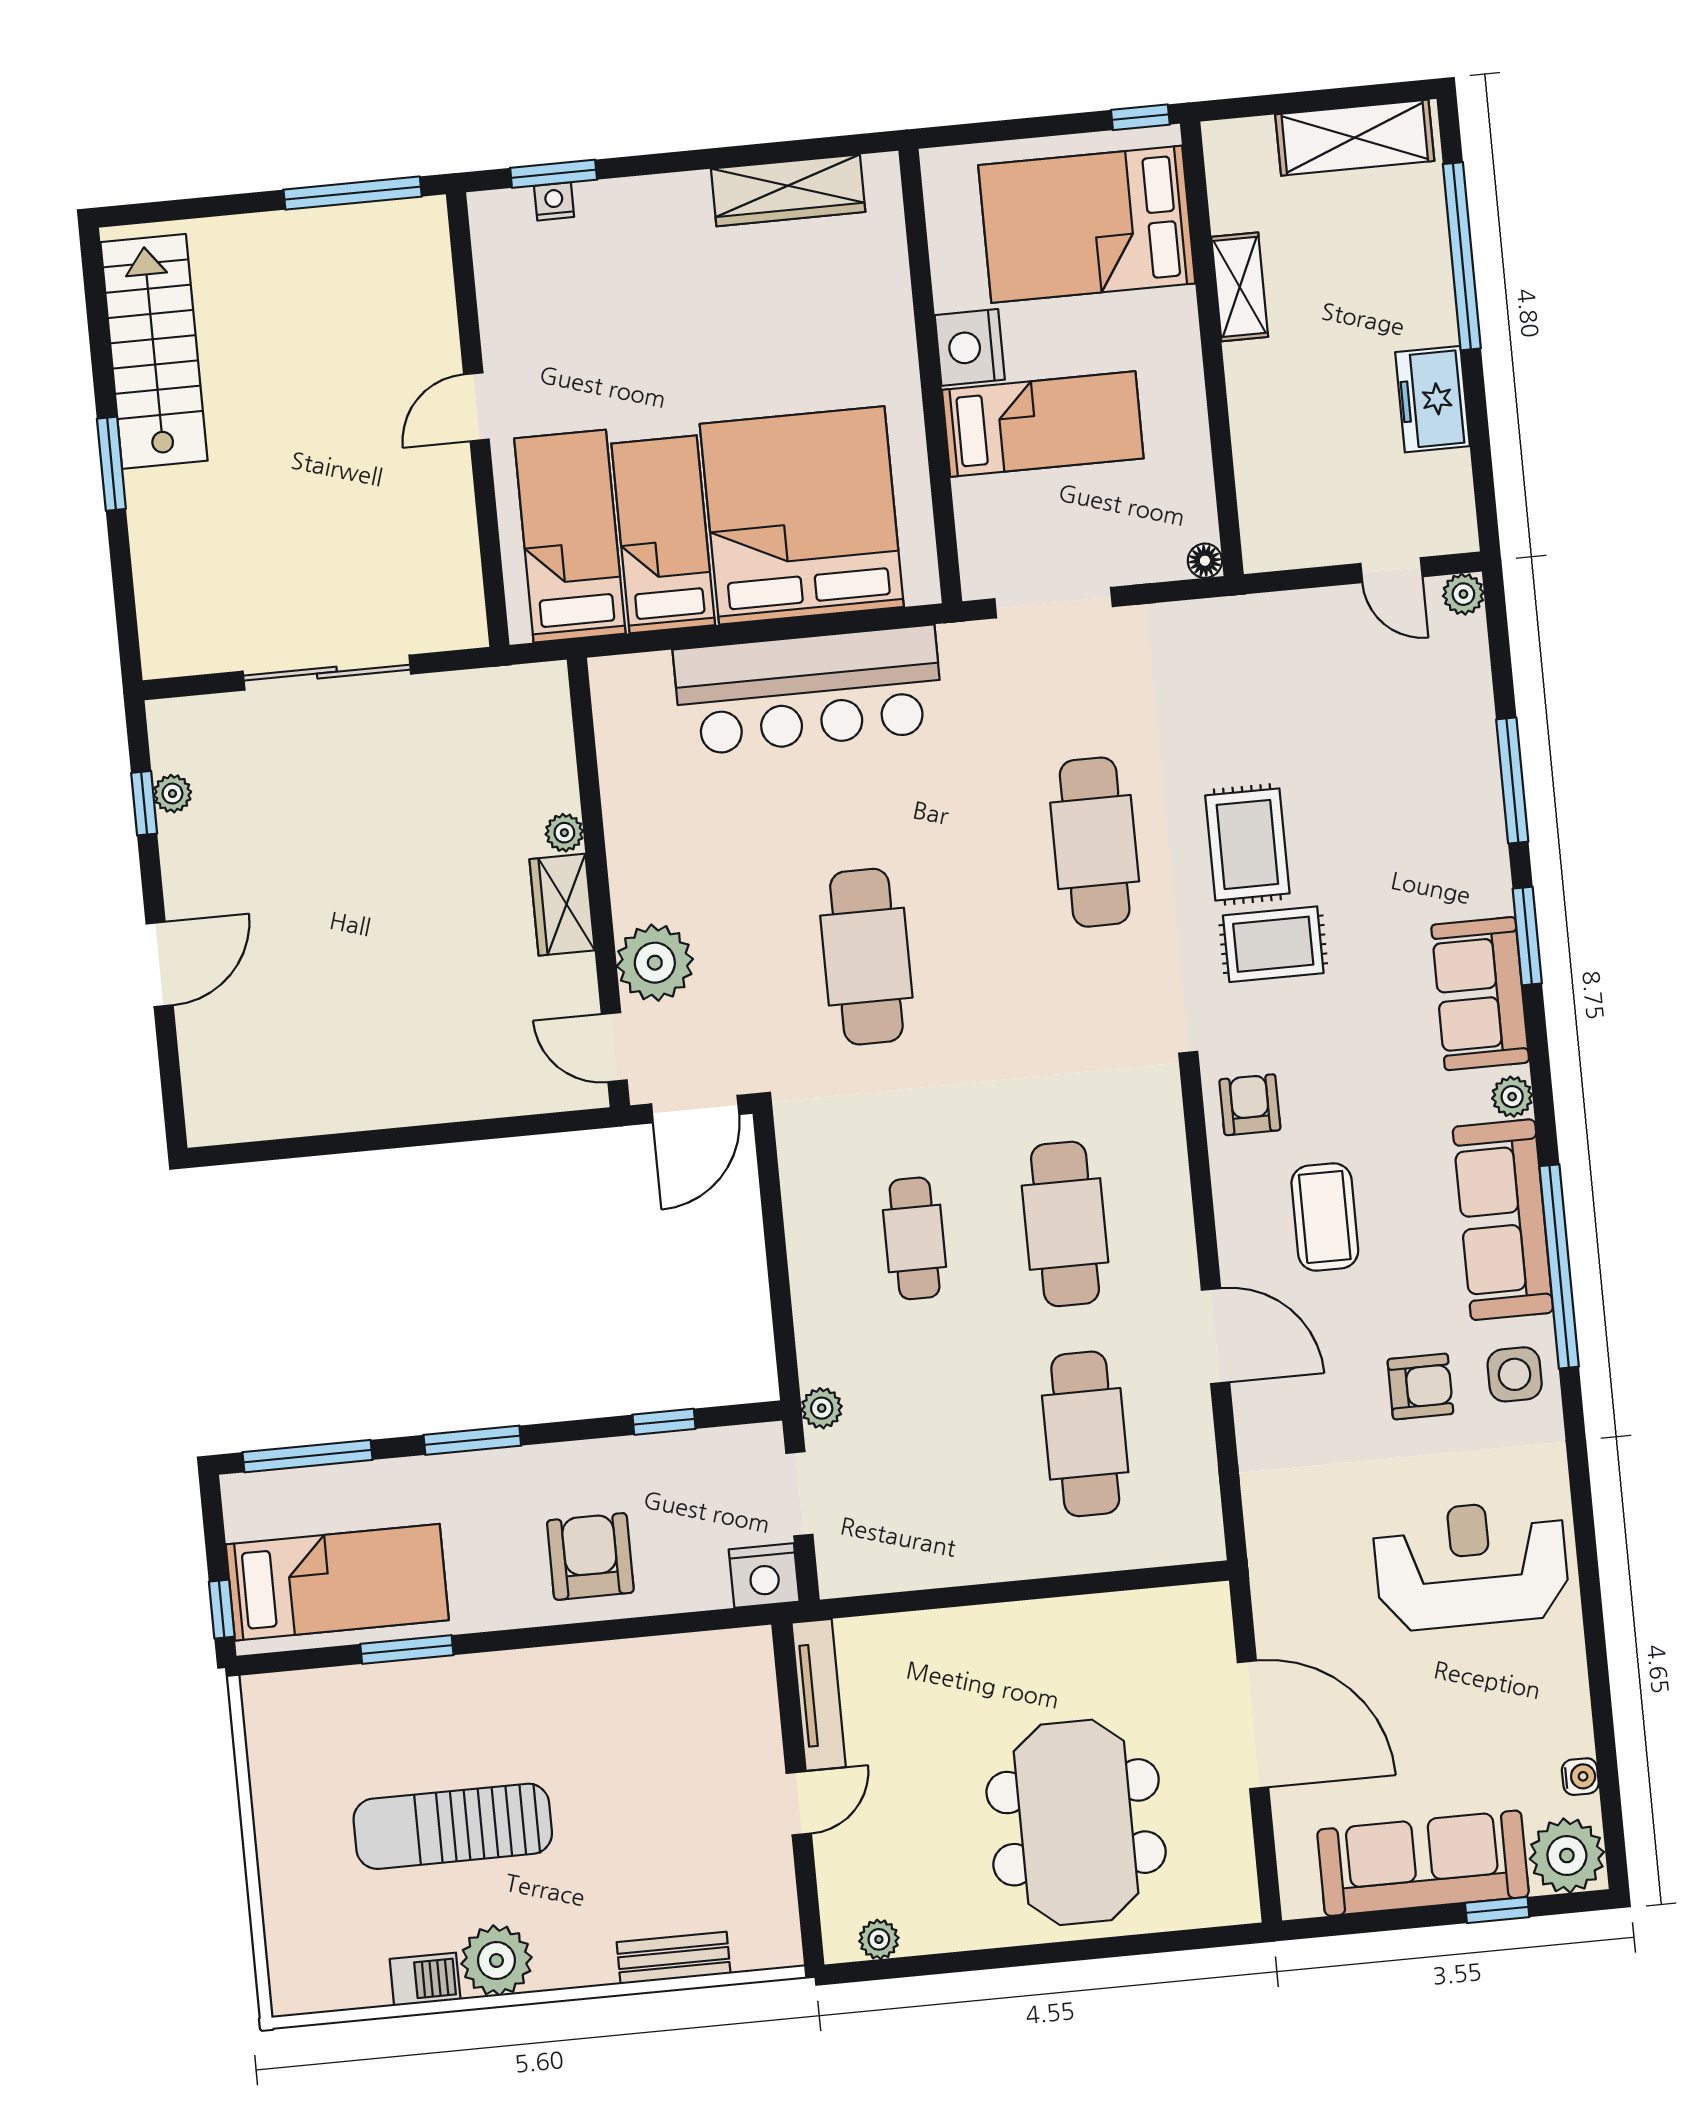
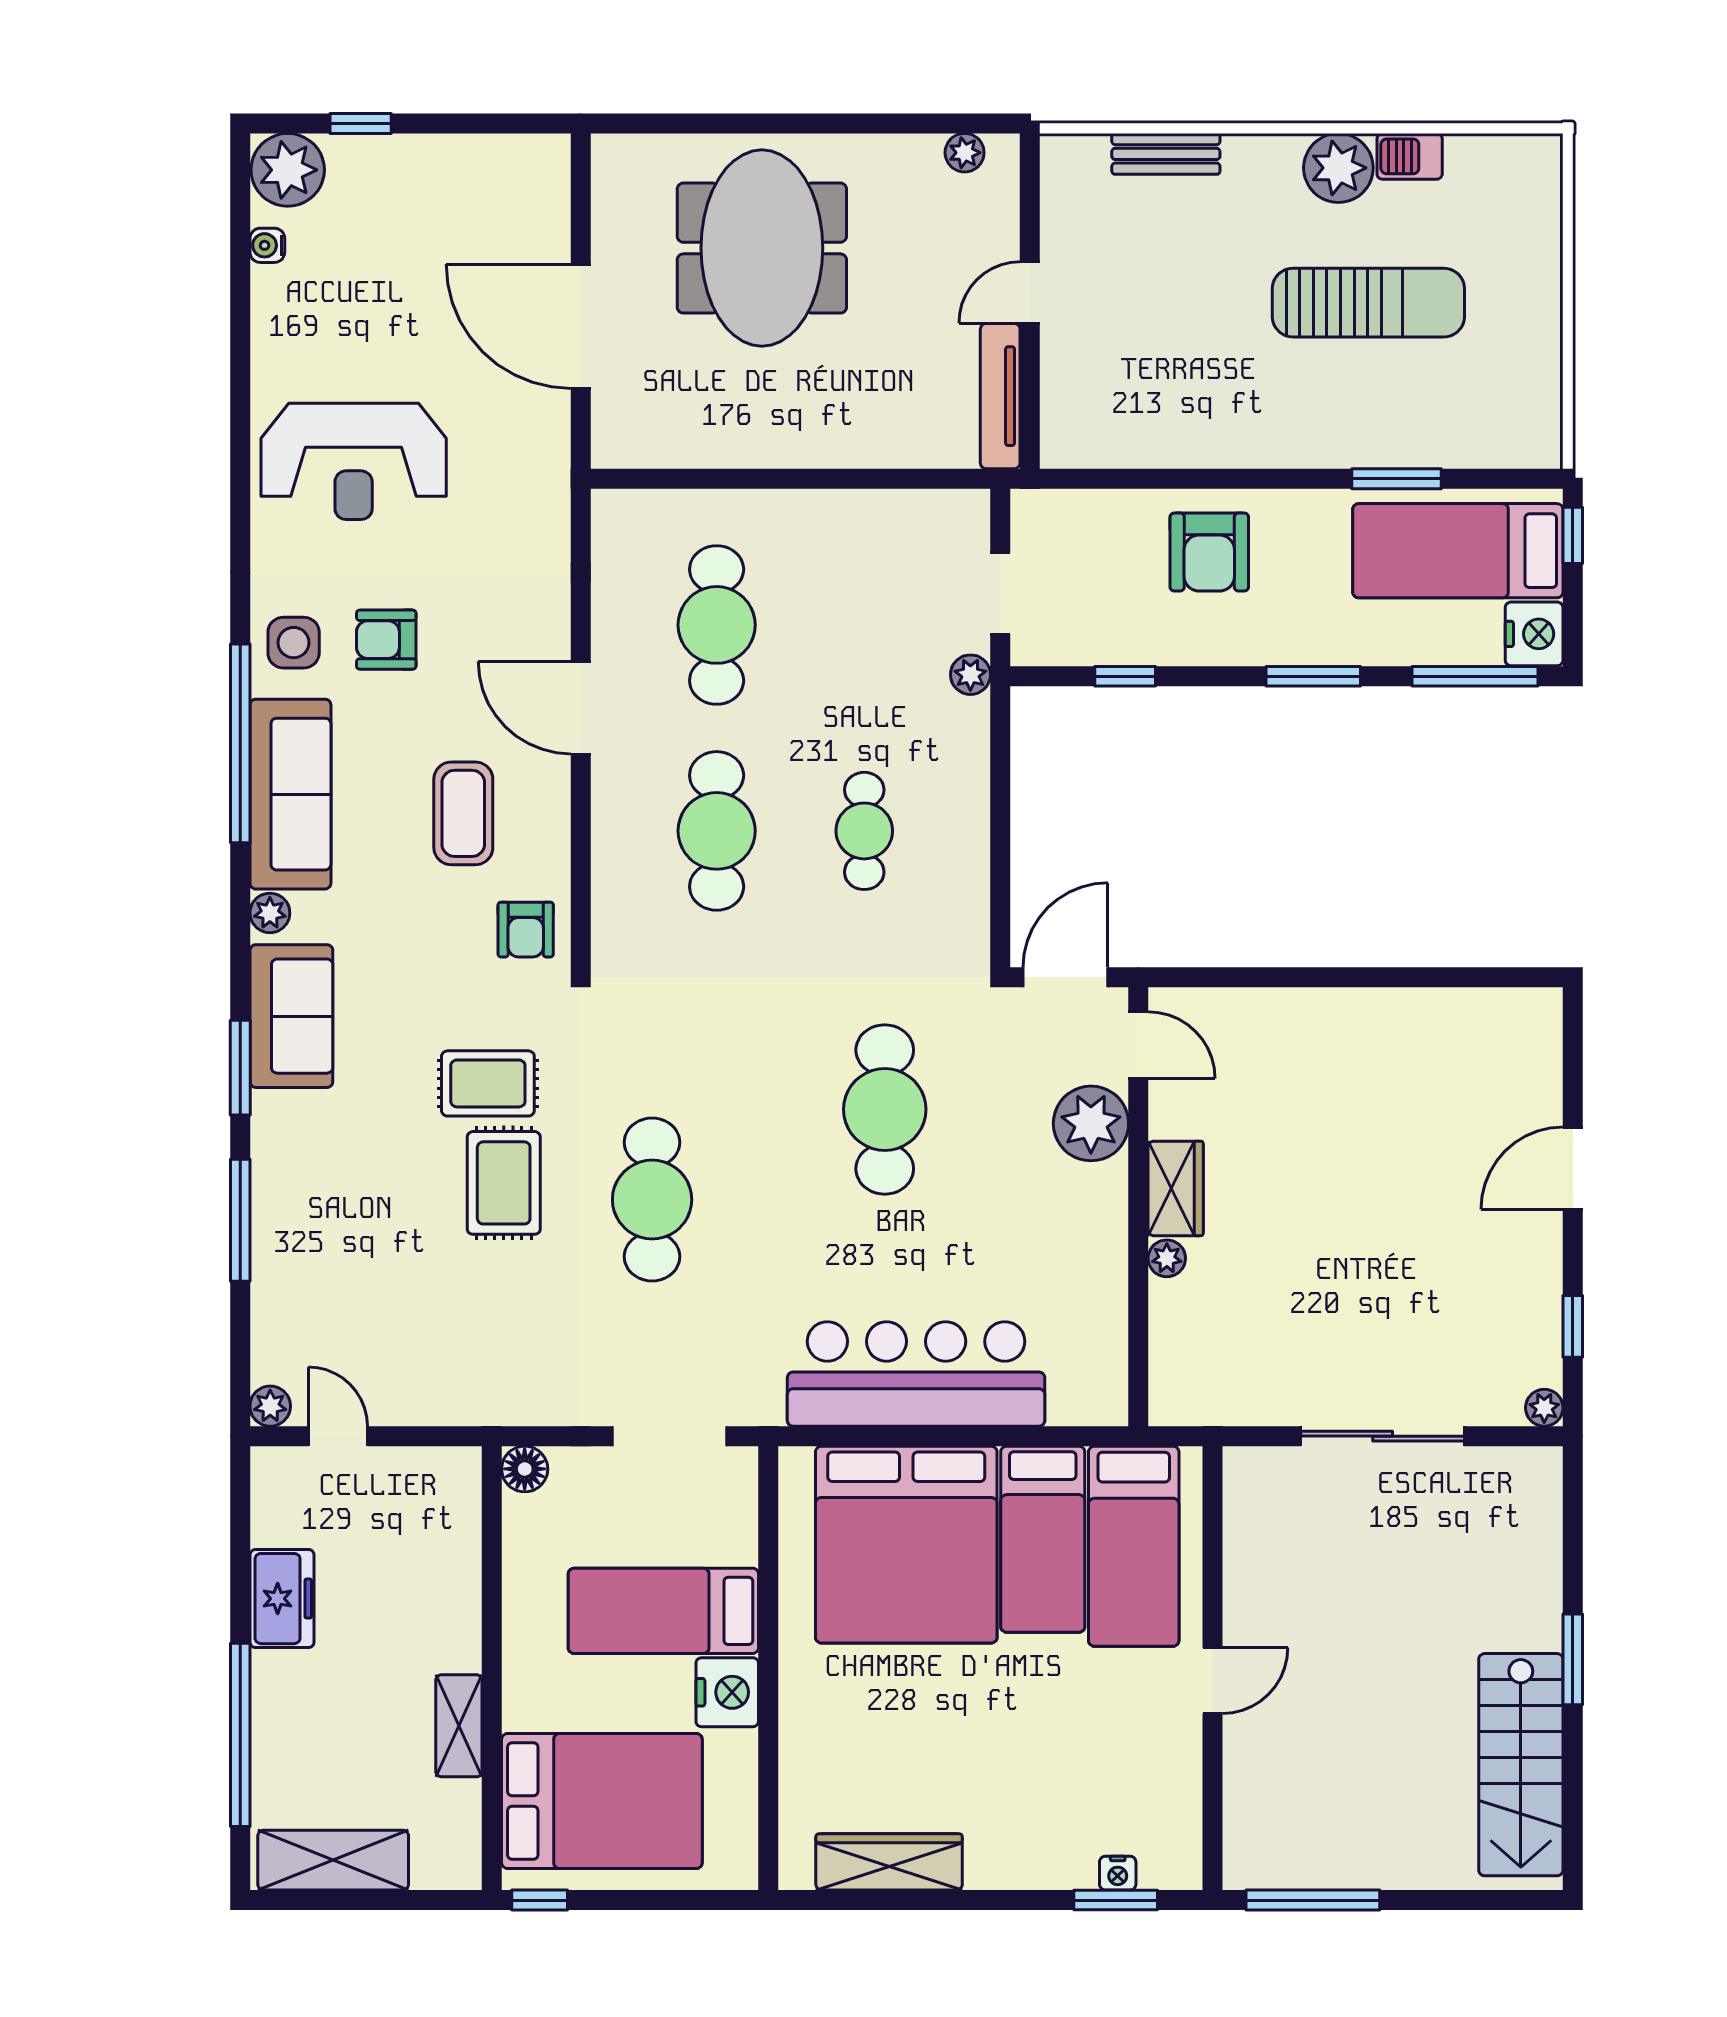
floor lamp: (1205, 561) -> (525, 1469), width x1.37, depth x1.37
plant: (172, 794) -> (1544, 1408), moved
nightstand: (764, 1575) -> (1534, 634), moved, turned 90
sofa: (1423, 1863) -> (428, 176), removed

